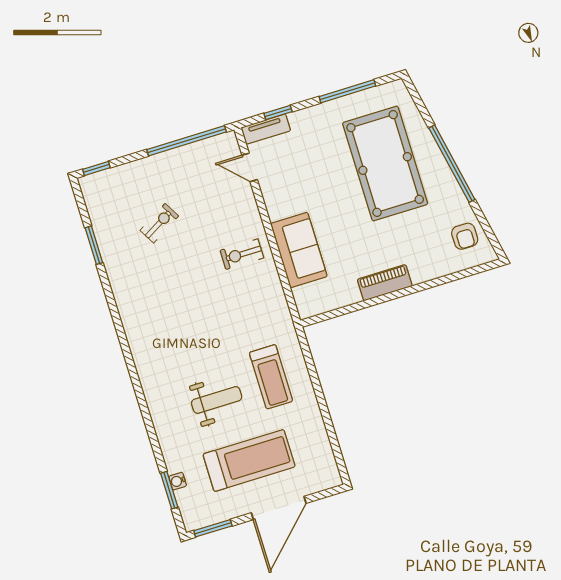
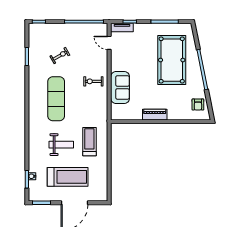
exercise mat: (178, 312) -> (56, 99), added
treadmill: (271, 377) -> (89, 142), turned 180

